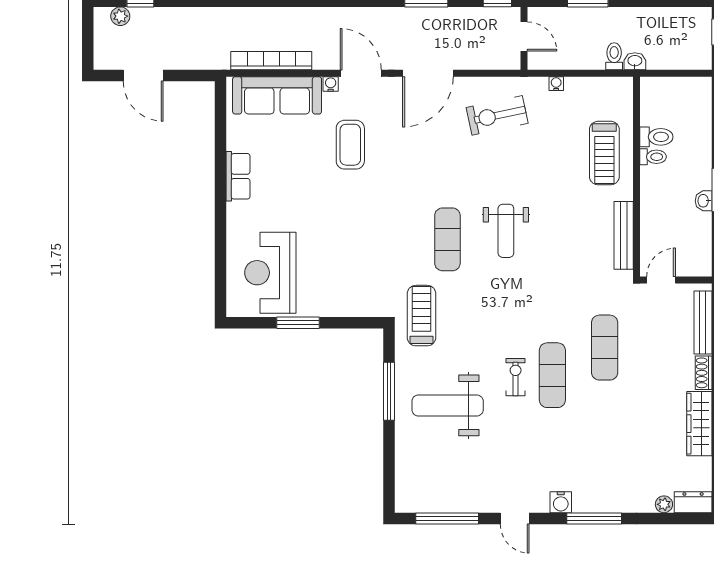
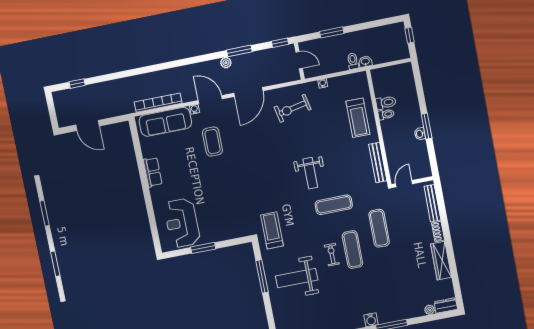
plant: (120, 16) -> (226, 63), moved
exercise mat: (447, 239) -> (334, 205), moved, turned 90

